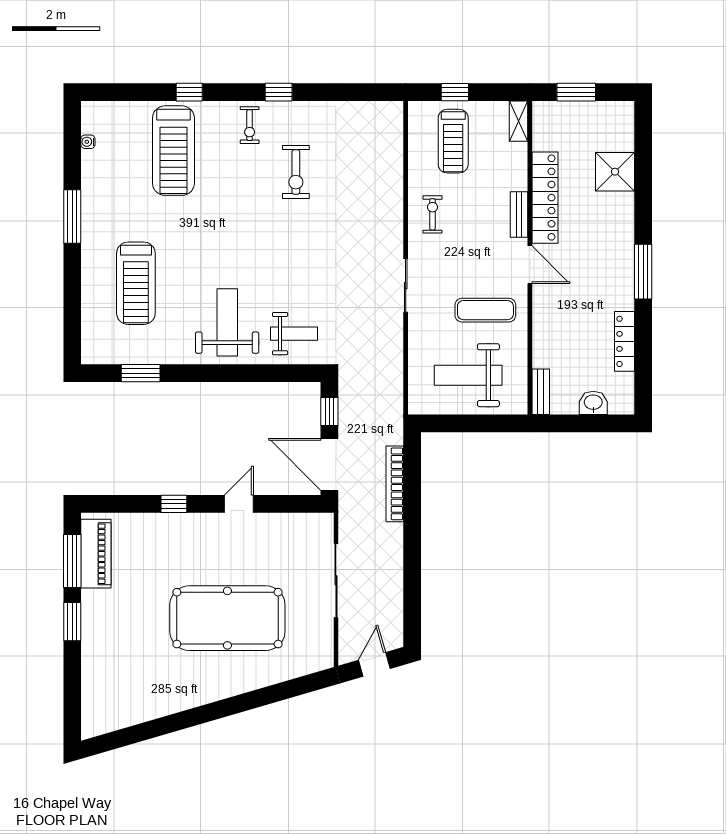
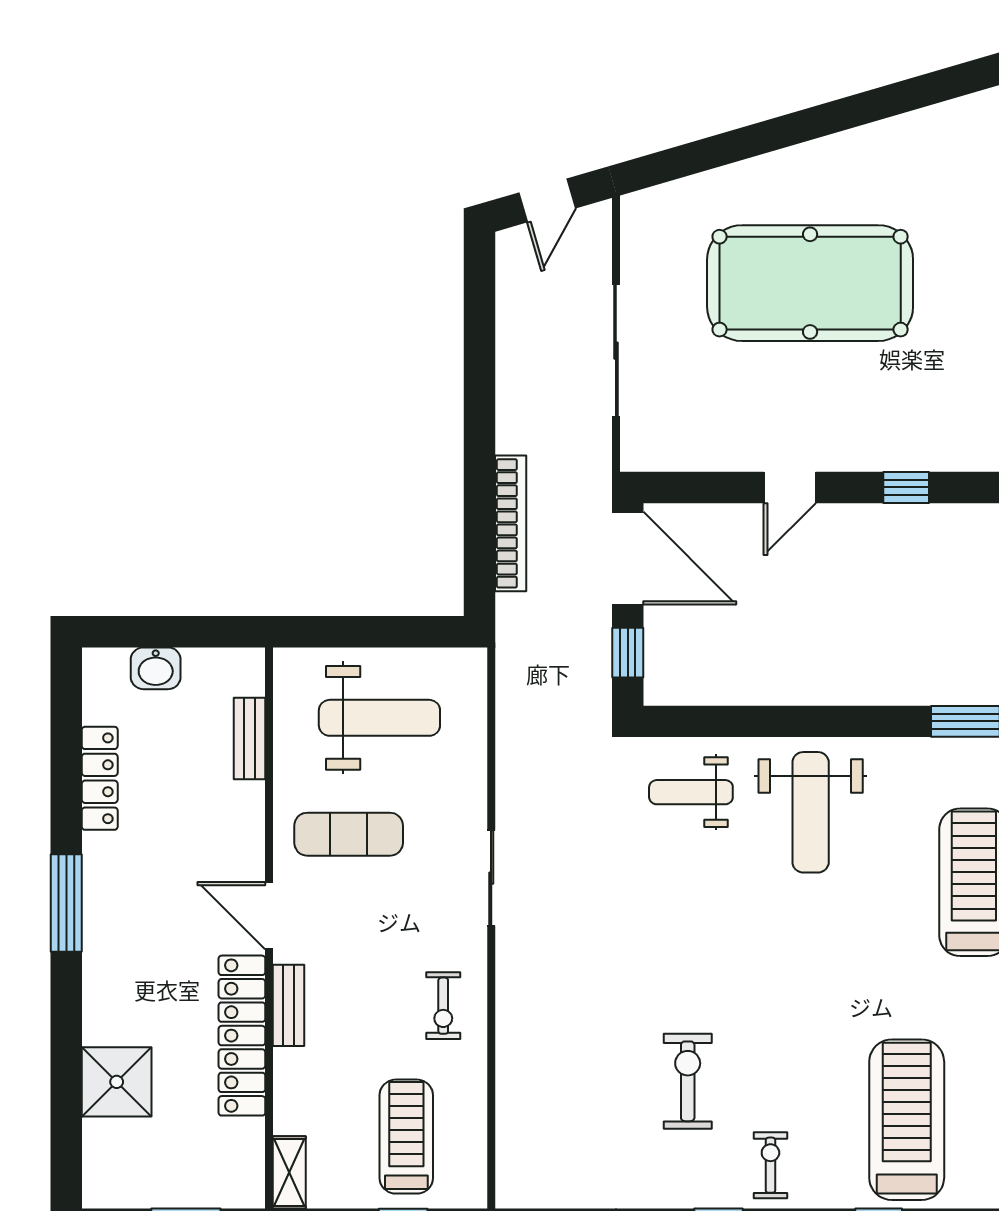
bench: (541, 392) -> (250, 738), moved

